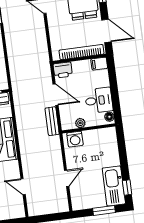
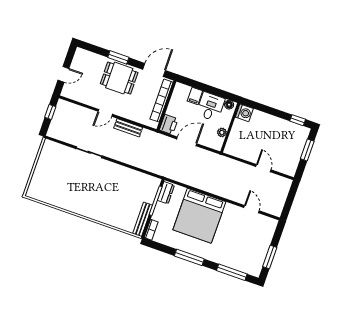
filing cabinet: (99, 64) -> (195, 96), moved
bench: (52, 121) -> (128, 128), moved
washing machine: (75, 139) -> (244, 113), moved
door: (23, 186) -> (252, 209), swing flipped
kitchen sink: (114, 186) -> (290, 131), removed

